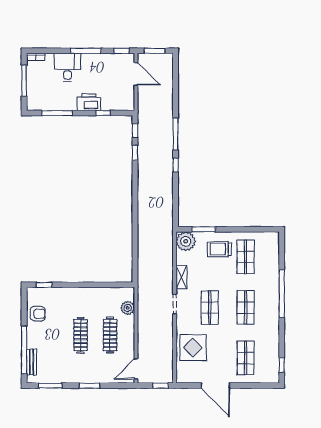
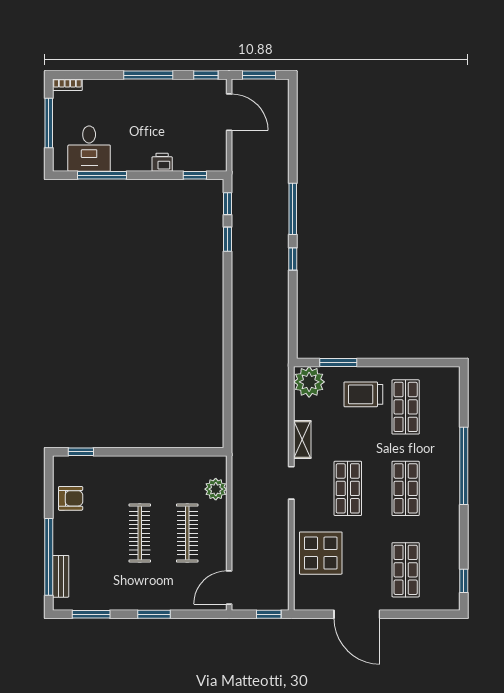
desk: (67, 67) -> (89, 149), moved, turned 180
printer: (89, 102) -> (162, 162), width x0.53, depth x0.68
window: (103, 113) -> (195, 175), moved

